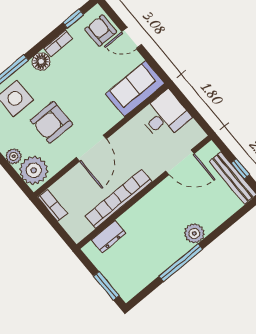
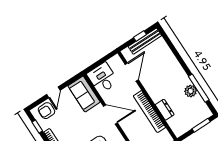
door: (91, 148) -> (110, 114), moved
plant: (194, 233) -> (191, 91), moved
dresser: (109, 237) -> (165, 110), moved
window: (181, 263) -> (199, 88), moved

